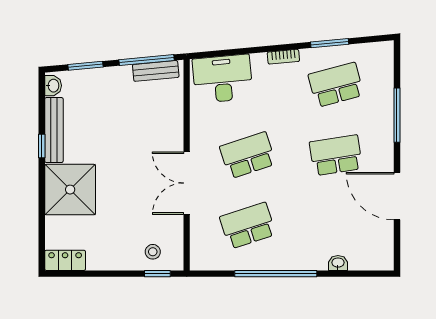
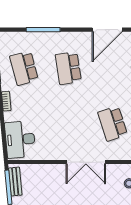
school desk: (248, 155) -> (68, 124), removed
door: (397, 196) -> (107, 30), moved

